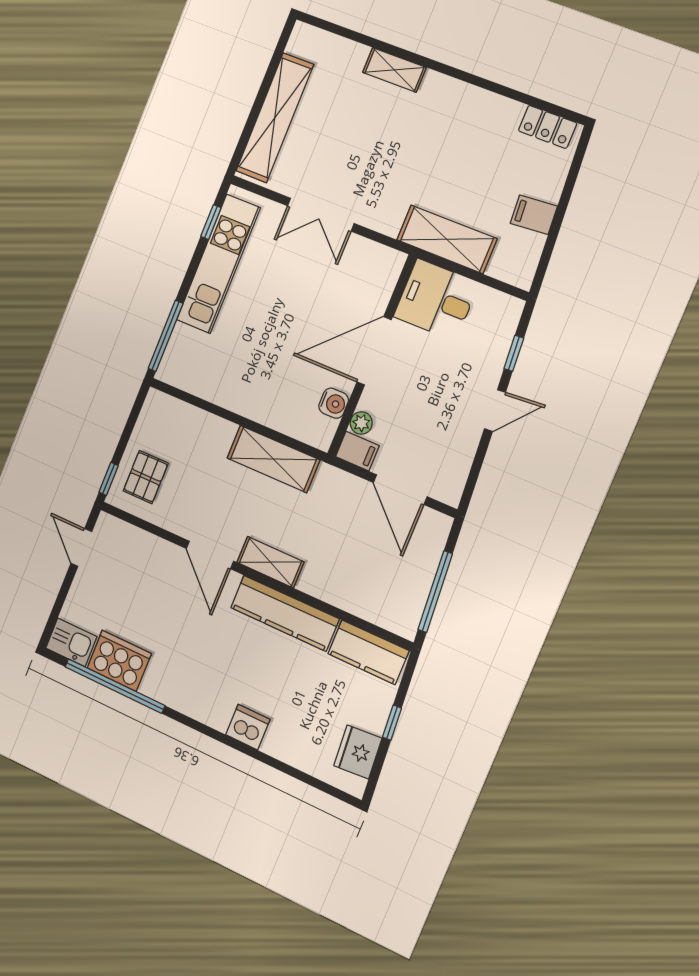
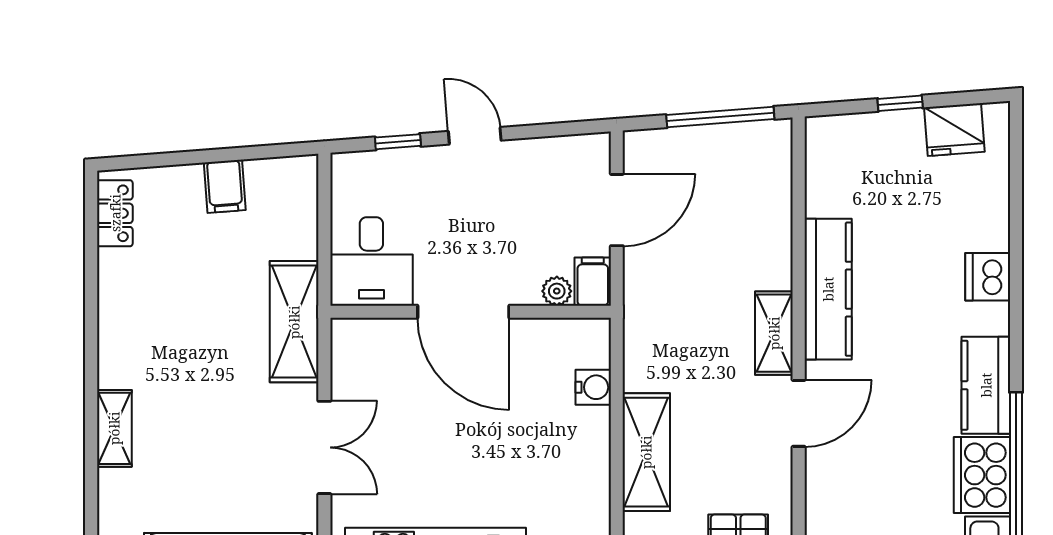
shelving: (447, 239) -> (294, 322), moved
water cooler: (334, 403) -> (593, 387), moved, turned 90
shelving: (273, 459) -> (646, 452), moved
kitchen counter: (368, 652) -> (986, 385), moved, turned 180

